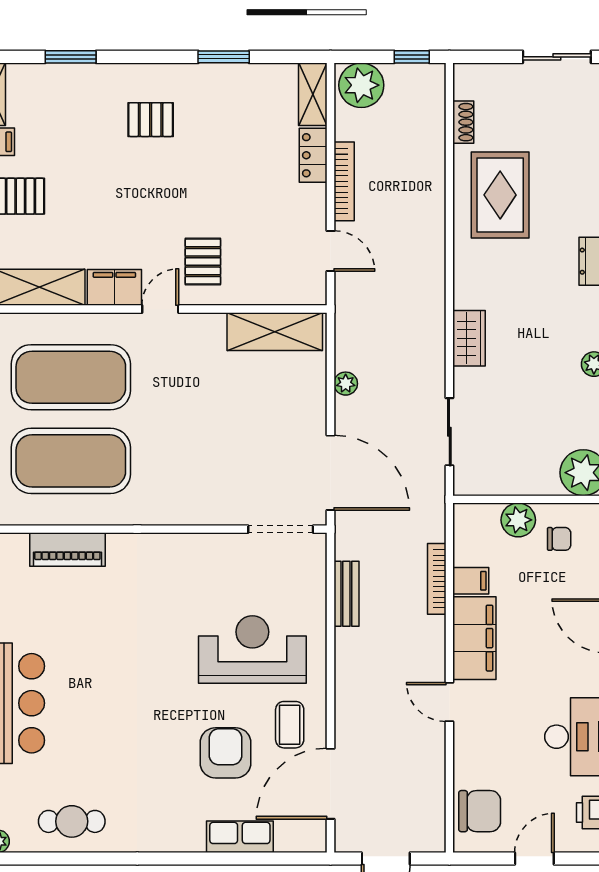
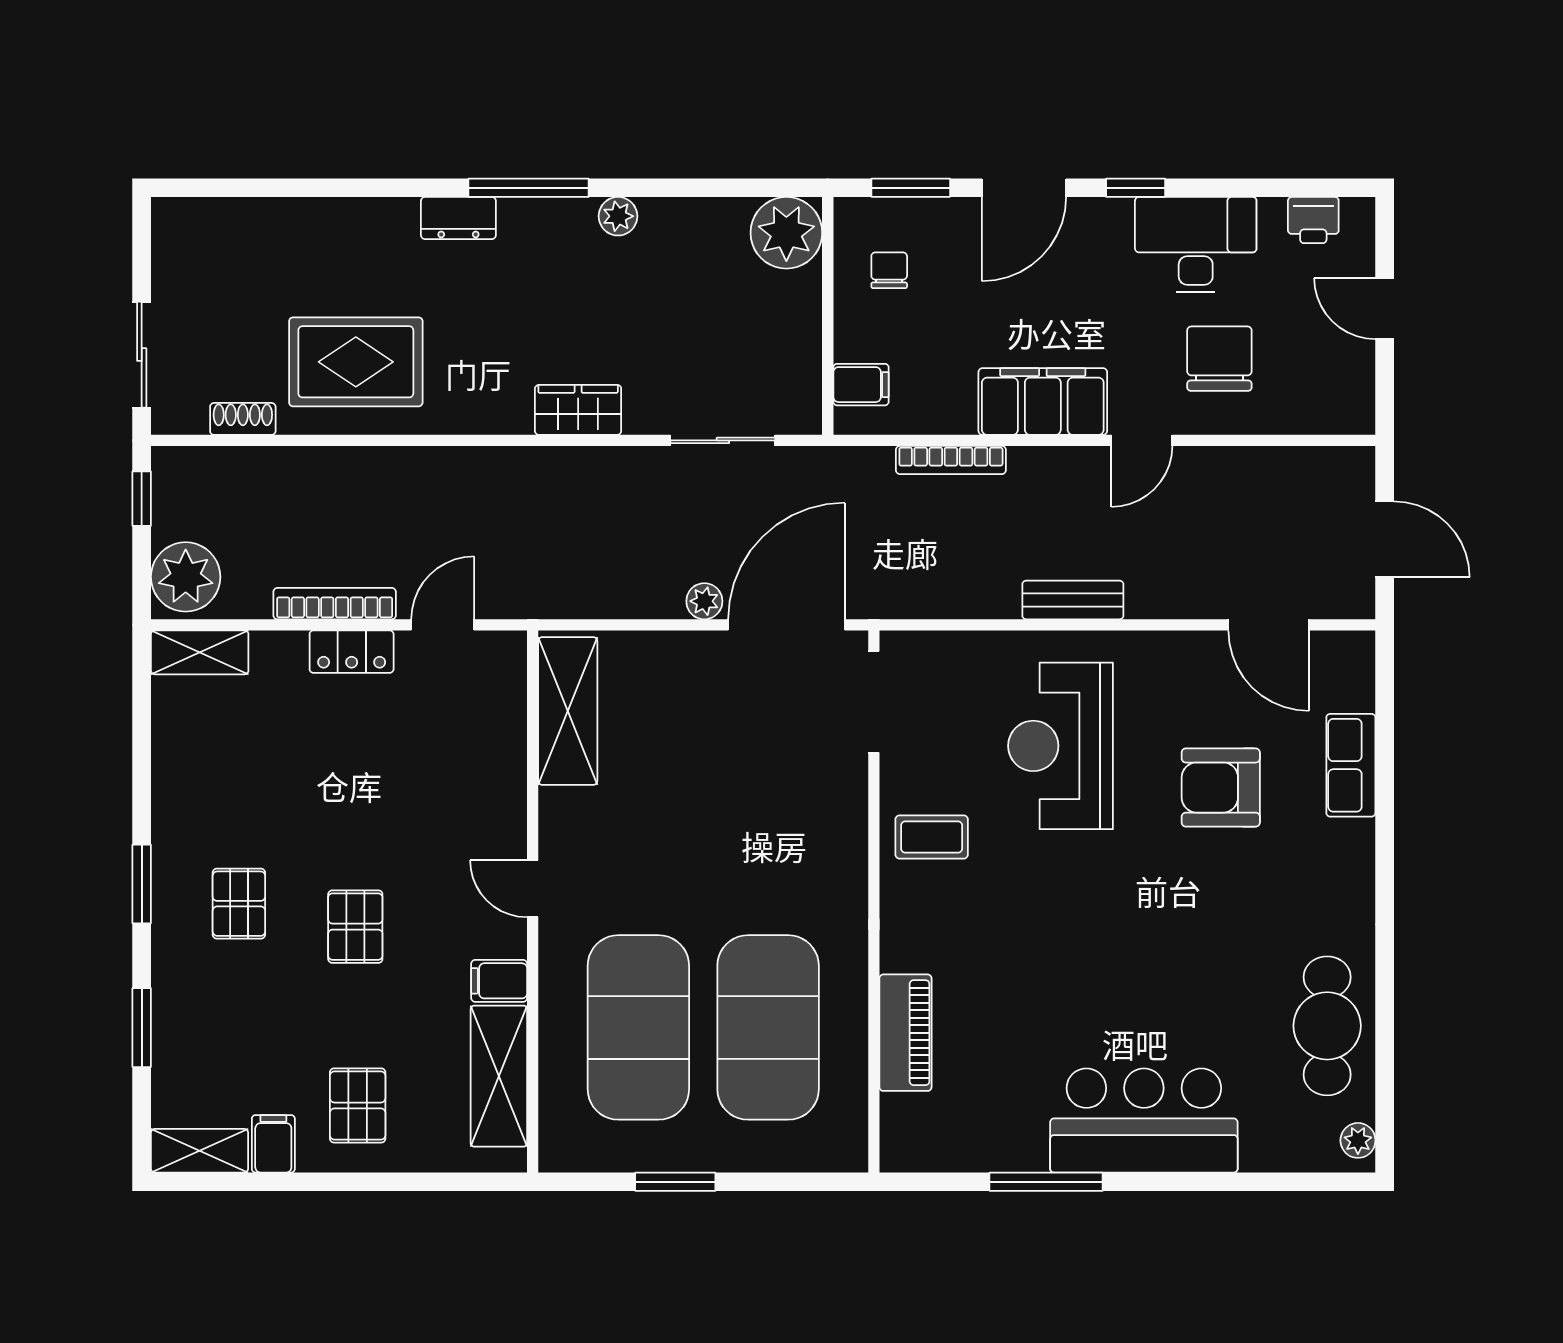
window: (224, 57) -> (142, 884), moved
sliding door: (557, 57) -> (142, 355), moved
locker: (313, 155) -> (352, 652), moved
pallet: (203, 262) -> (355, 927), moved, turned 90
filing cabinet: (114, 287) -> (499, 981), width x0.50
plant: (346, 384) -> (704, 601), moved
plant: (518, 520) -> (860, 334), removed
filing cabinet: (471, 581) -> (861, 385), moved, turned 90
bench: (346, 594) -> (1073, 600), moved
coffee table: (290, 725) -> (932, 837), moved
door: (330, 784) -> (1269, 625), width x0.73
chair: (480, 811) -> (1219, 359), moved
cafe table: (72, 821) -> (1327, 1026), width x1.37, depth x1.35

